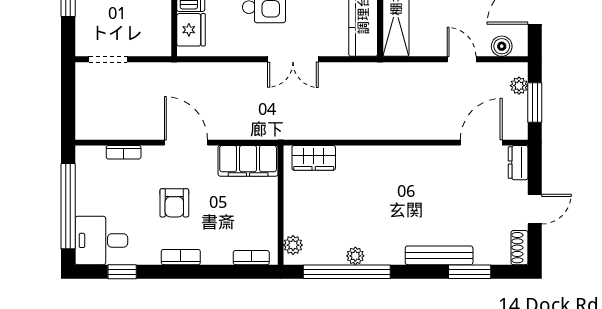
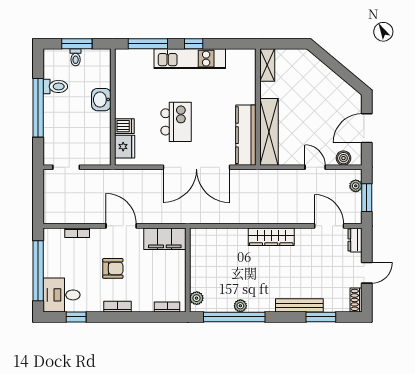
double door: (293, 59) -> (196, 167), width x1.87
door: (481, 143) -> (329, 226), hinge flipped
wardrobe: (314, 158) -> (271, 237), moved, width x1.50
armchair: (174, 203) -> (113, 268), turned -90

